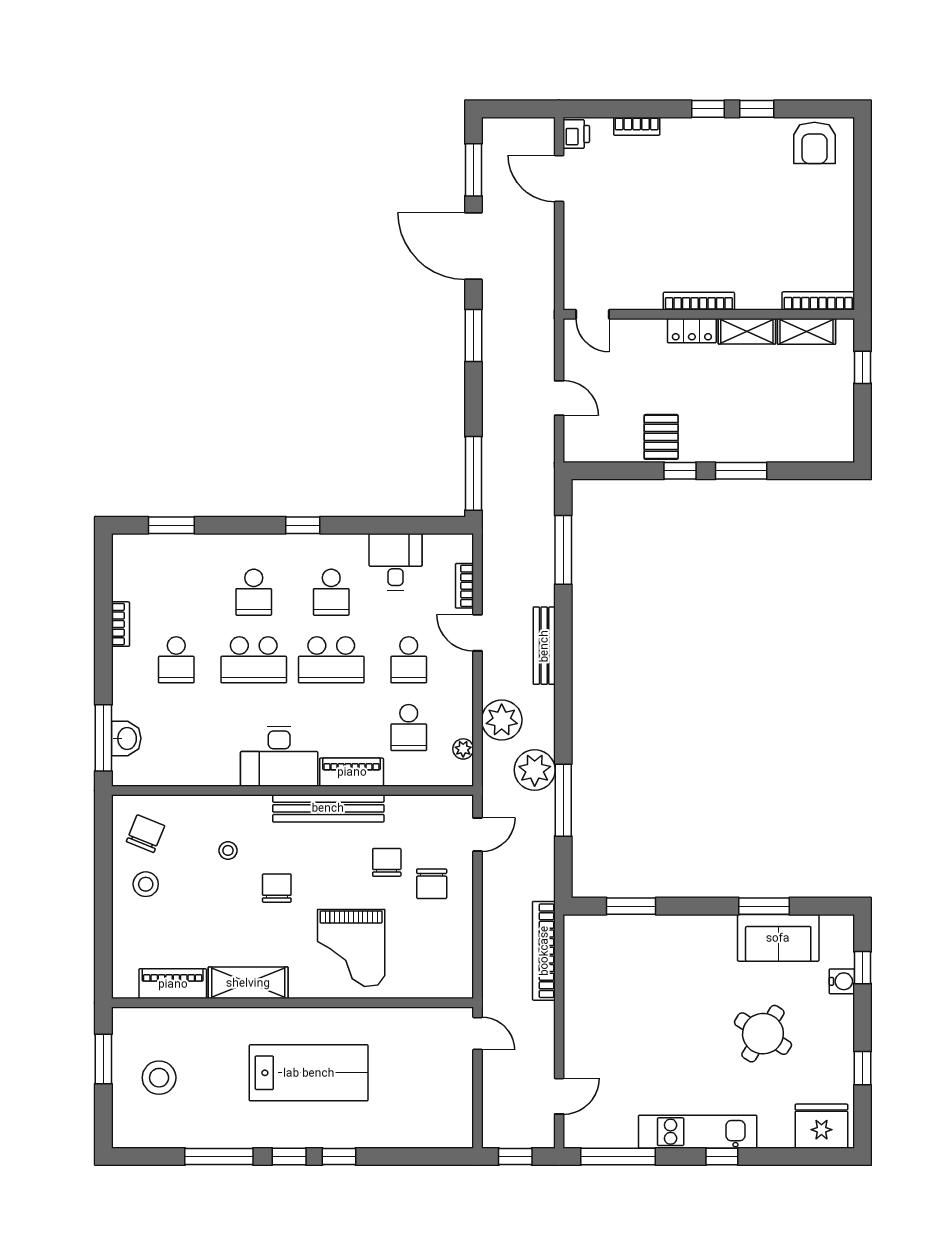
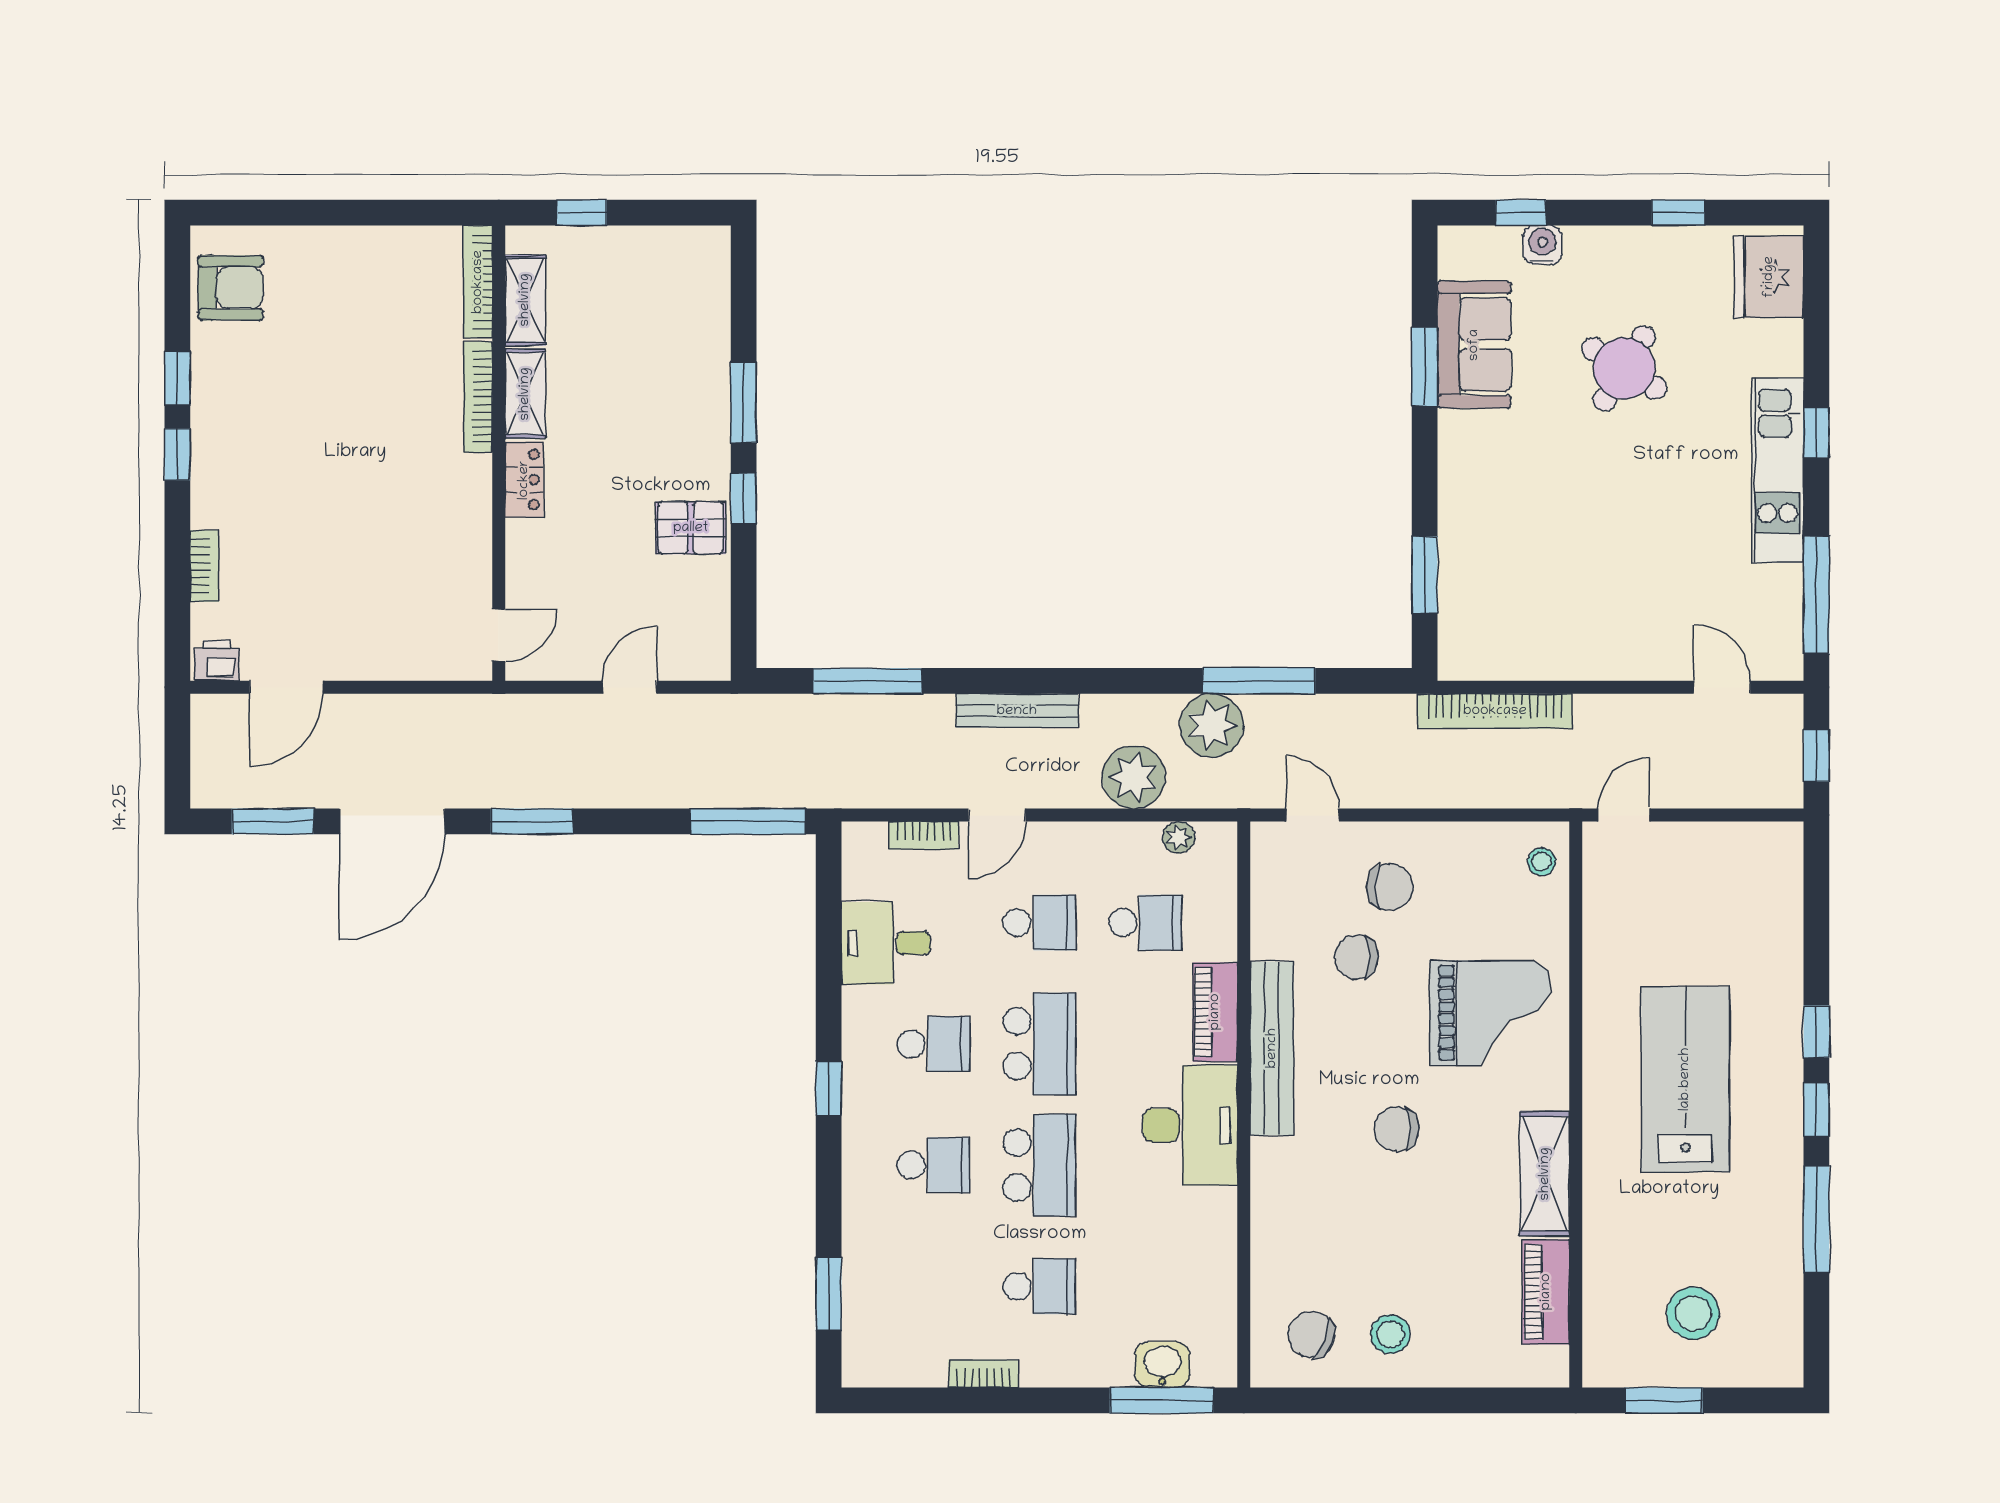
bookcase: (699, 301) -> (478, 397), moved
stool: (228, 850) -> (1542, 862), moved

